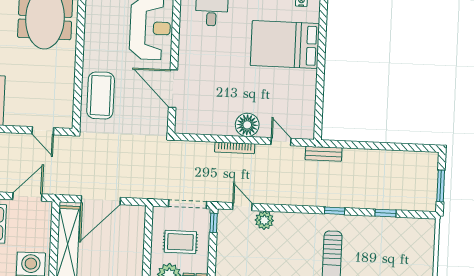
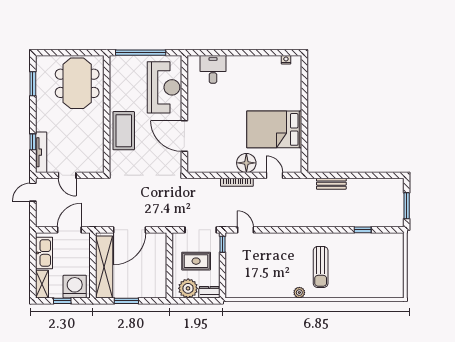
bed: (285, 45) -> (274, 129), moved
coffee table: (101, 95) -> (124, 131), moved
door: (43, 131) -> (67, 175), moved
bench: (324, 154) -> (331, 184), moved
window: (335, 211) -> (321, 230), removed
plant: (264, 220) -> (264, 240), removed

